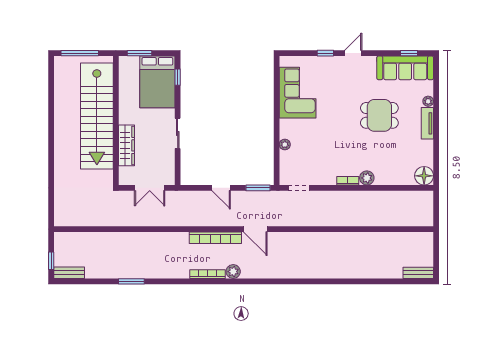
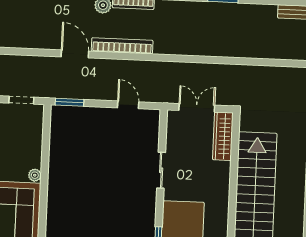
wardrobe: (126, 145) -> (223, 136), moved
plant: (285, 145) -> (35, 175), moved
door: (221, 188) -> (128, 105), moved

